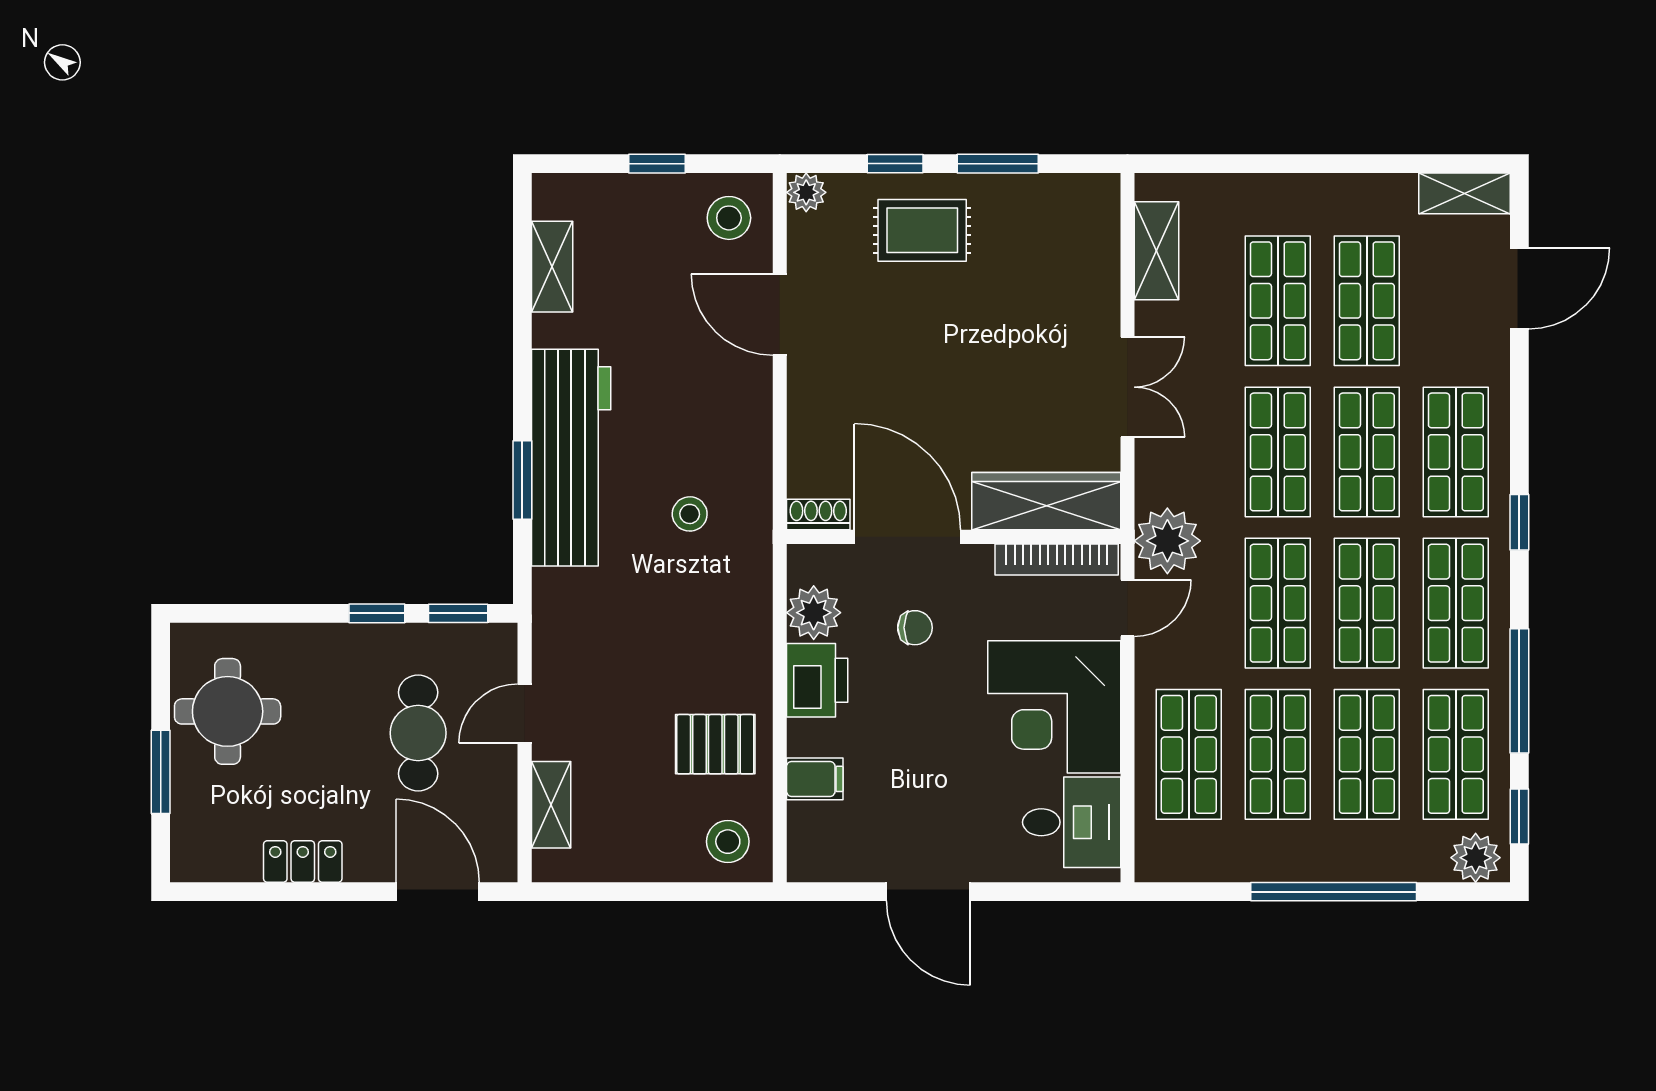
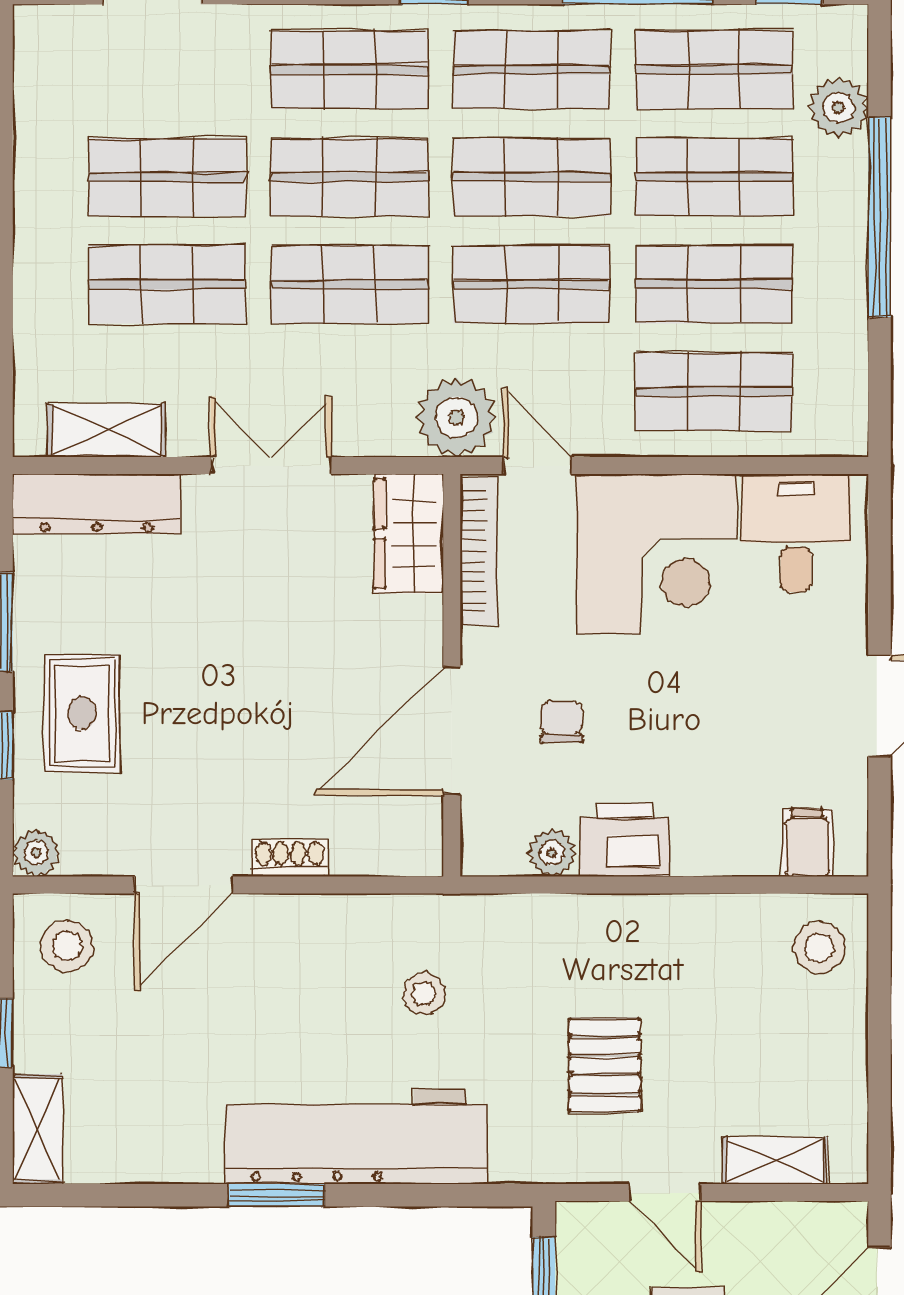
shelving: (1465, 193) -> (37, 59), removed
dresser: (1096, 242) -> (97, 504), added
shelving: (552, 267) -> (37, 1129), moved, turned 90
window: (522, 480) -> (277, 1195), moved
wardrobe: (1046, 501) -> (409, 534), width x0.67
shoe rack: (818, 515) -> (289, 858), moved, turned 90
plant: (814, 613) -> (552, 853), width x0.73, depth x0.73
pallet: (715, 744) -> (605, 1065), moved
filing cabinet: (815, 779) -> (807, 843), moved
plant: (1476, 858) -> (839, 108), moved

